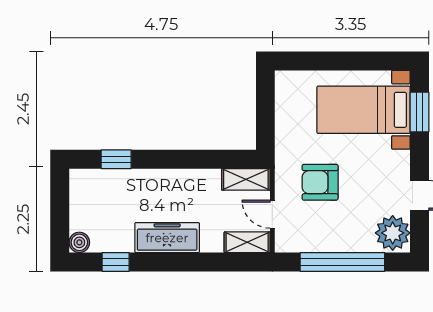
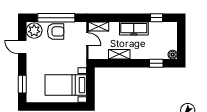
bed with nightstands: (364, 110) -> (66, 85), moved, turned 180
shelving: (246, 179) -> (119, 54), moved
armchair: (320, 182) -> (56, 31), moved
boiler: (79, 242) -> (173, 55), moved

